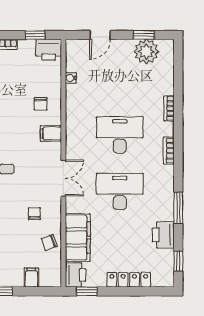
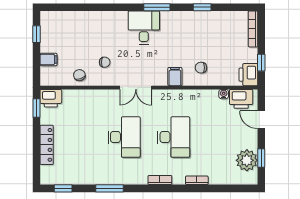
printer: (163, 235) -> (241, 99), moved, turned 180
filing cabinet: (78, 237) -> (84, 100), removed

